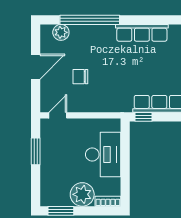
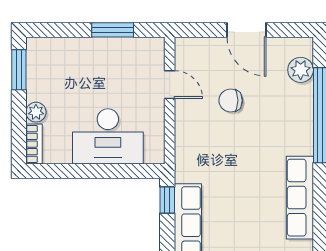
chair: (80, 77) -> (231, 100), turned -90
door: (58, 115) -> (170, 85), moved
plant: (82, 194) -> (36, 112), width x0.53, depth x0.53

